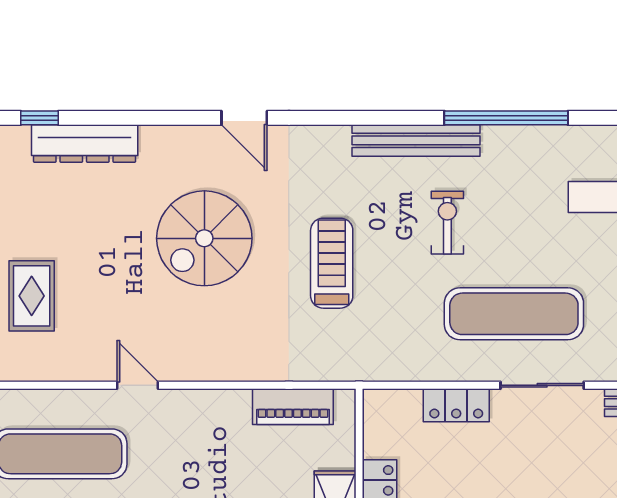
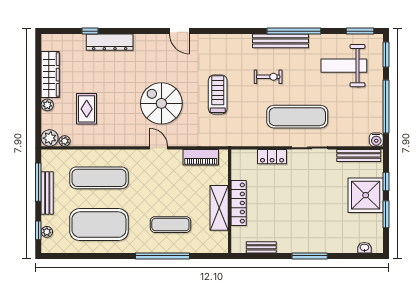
bench: (416, 140) -> (281, 41), moved
exercise bike: (447, 223) -> (268, 77), turned 90
spiral stairs: (204, 238) -> (161, 103), moved, turned 90
door: (137, 385) -> (159, 148), moved

